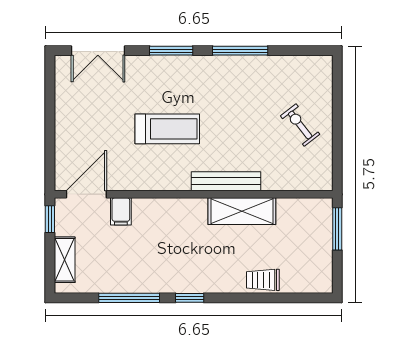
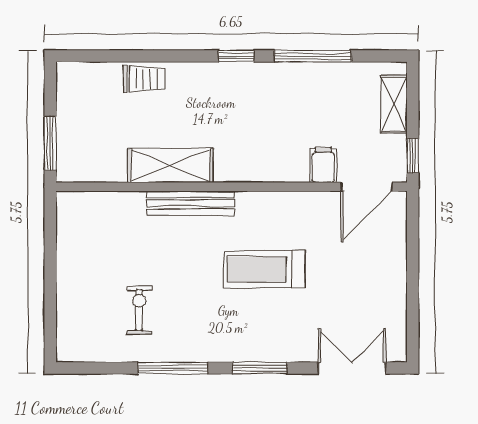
exercise bike: (300, 125) -> (139, 310), moved, turned -142

